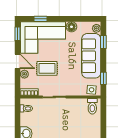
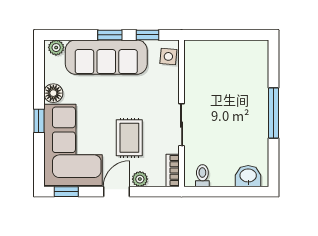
window: (40, 19) -> (39, 121), moved
window: (103, 42) -> (110, 35), moved
toilet: (92, 106) -> (198, 55), removed

